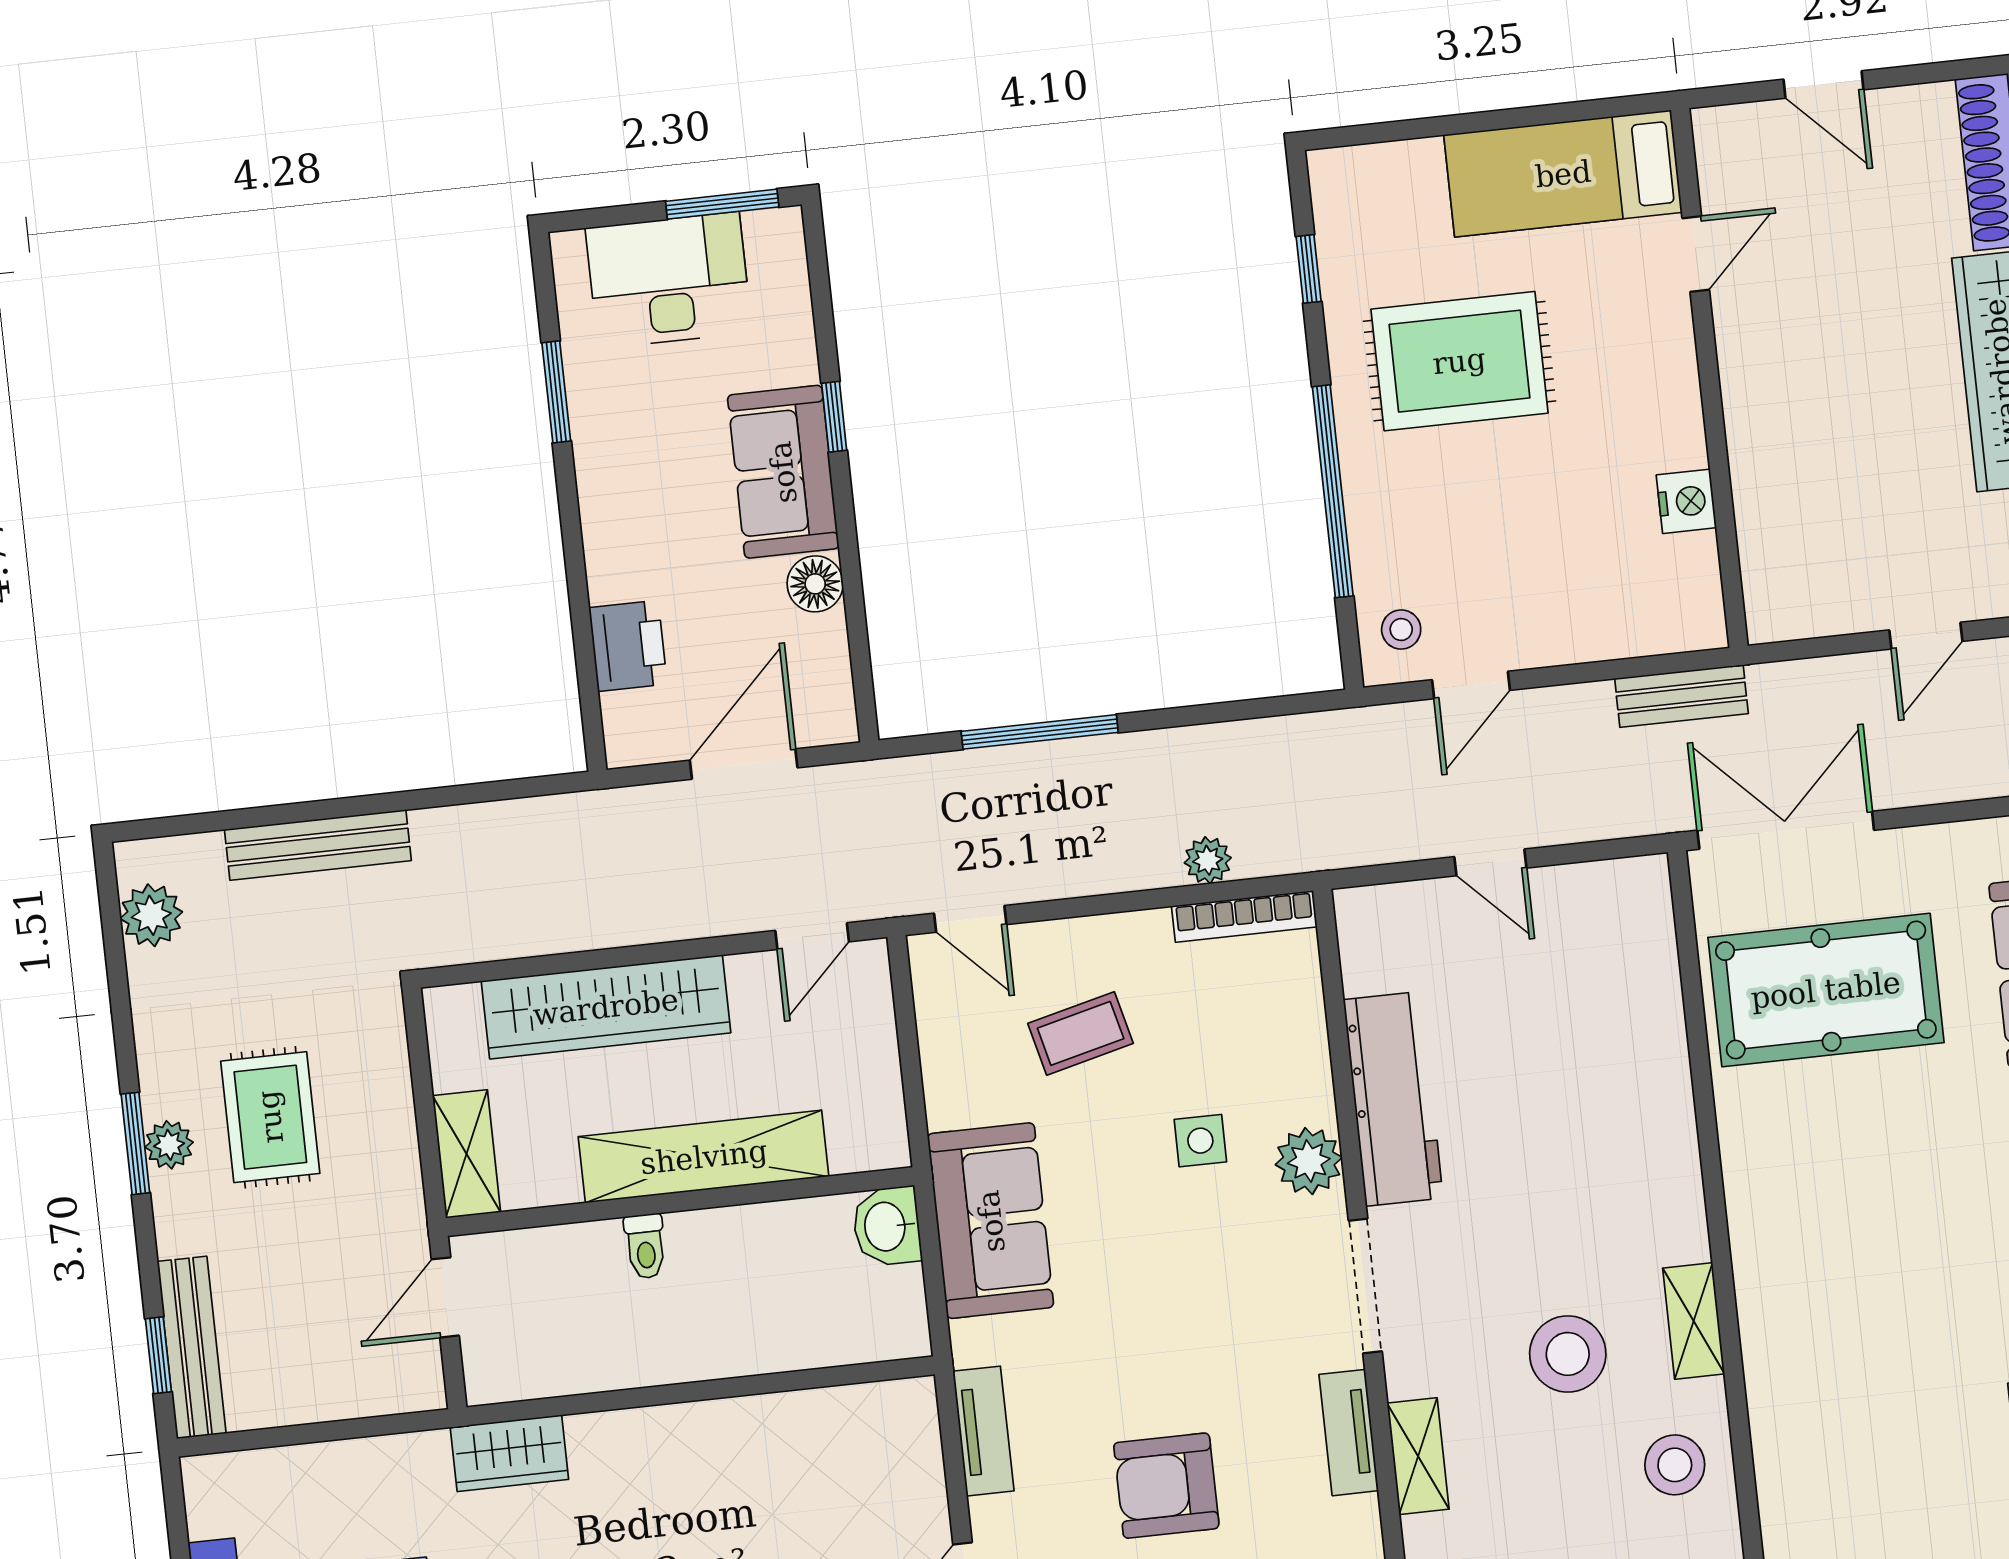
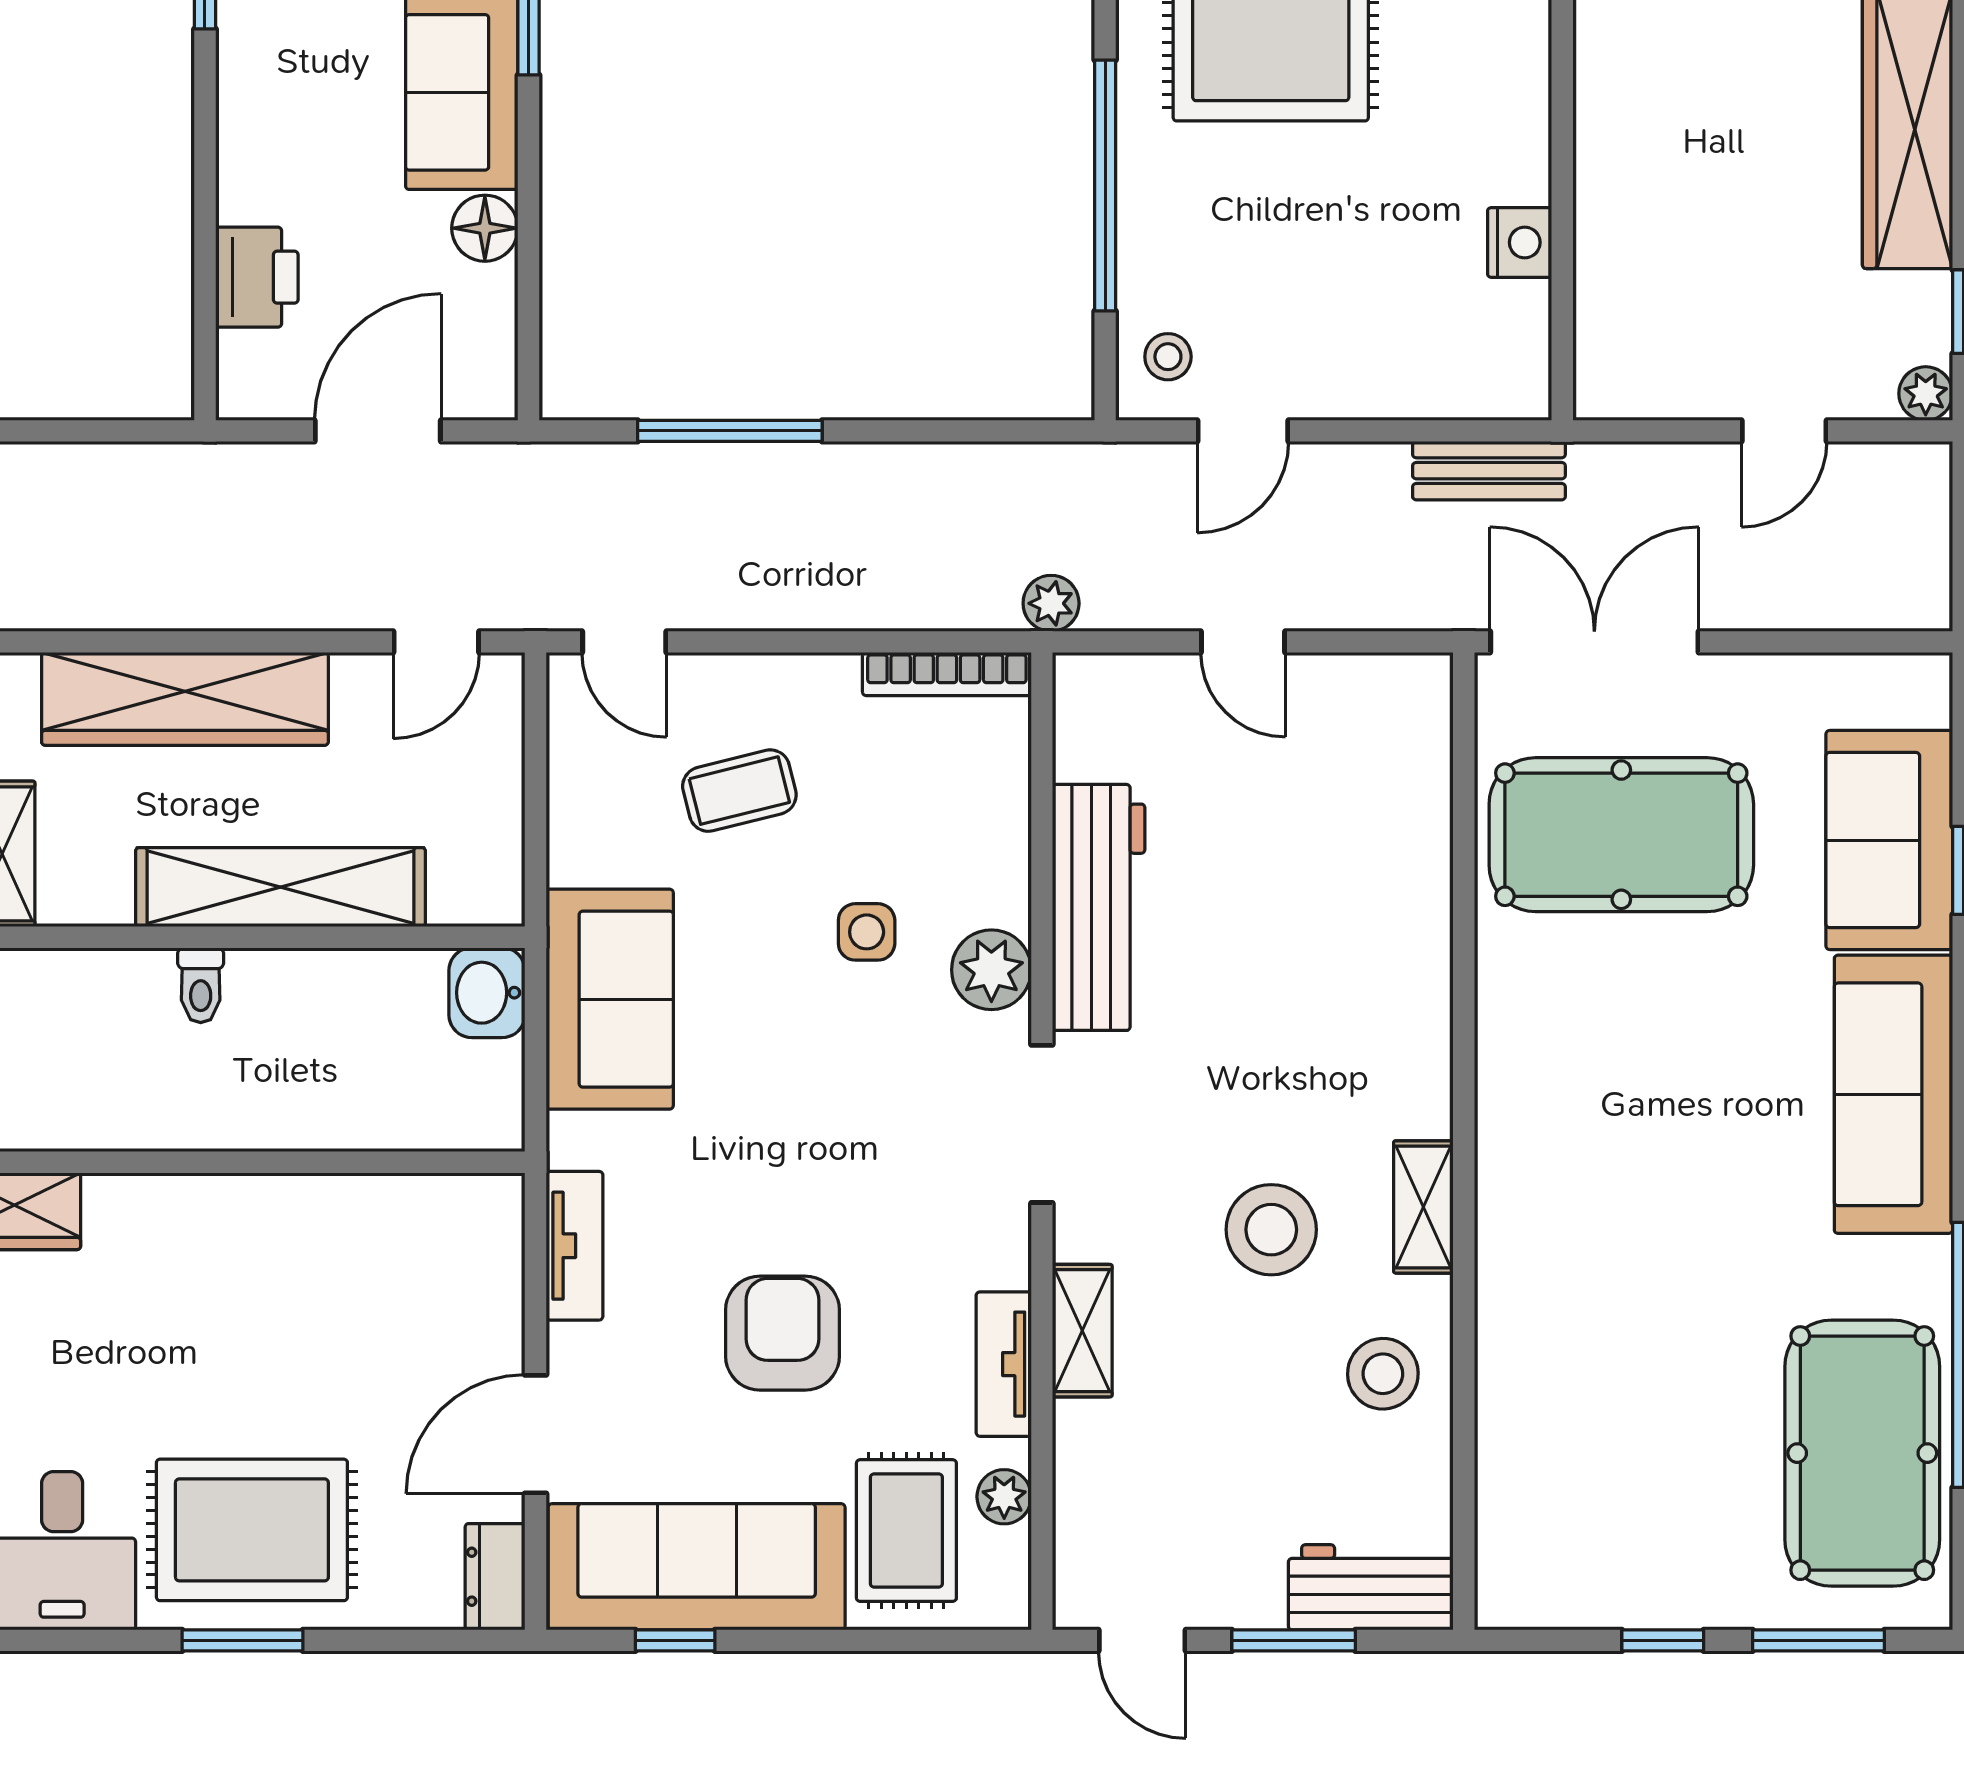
plant: (1208, 860) -> (1051, 603), moved
tv unit: (1349, 1433) -> (1004, 1364), moved
armchair: (1166, 1486) -> (783, 1333), turned 90

